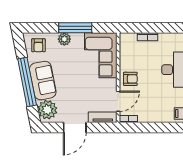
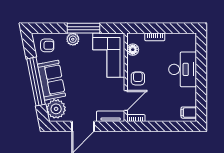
armchair: (38, 45) -> (47, 45), turned -90
floor lamp: (125, 50) -> (133, 50), added
armchair: (130, 79) -> (138, 78), turned -90

